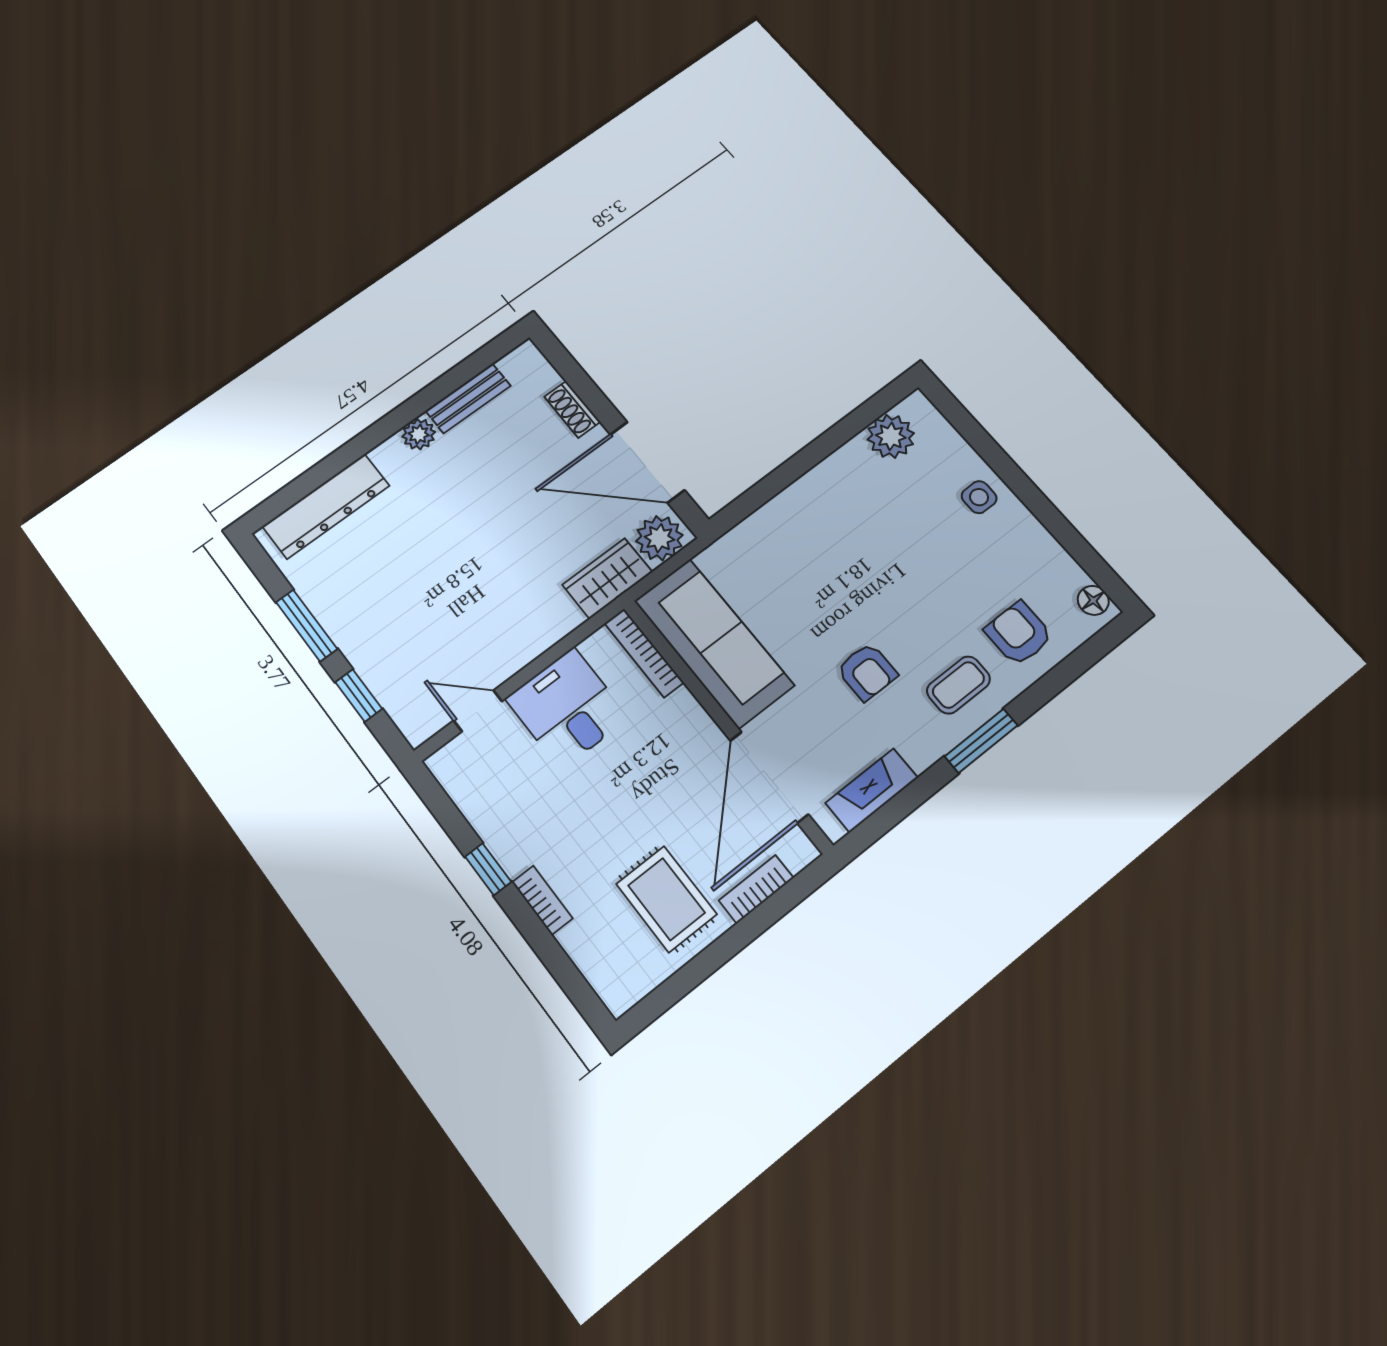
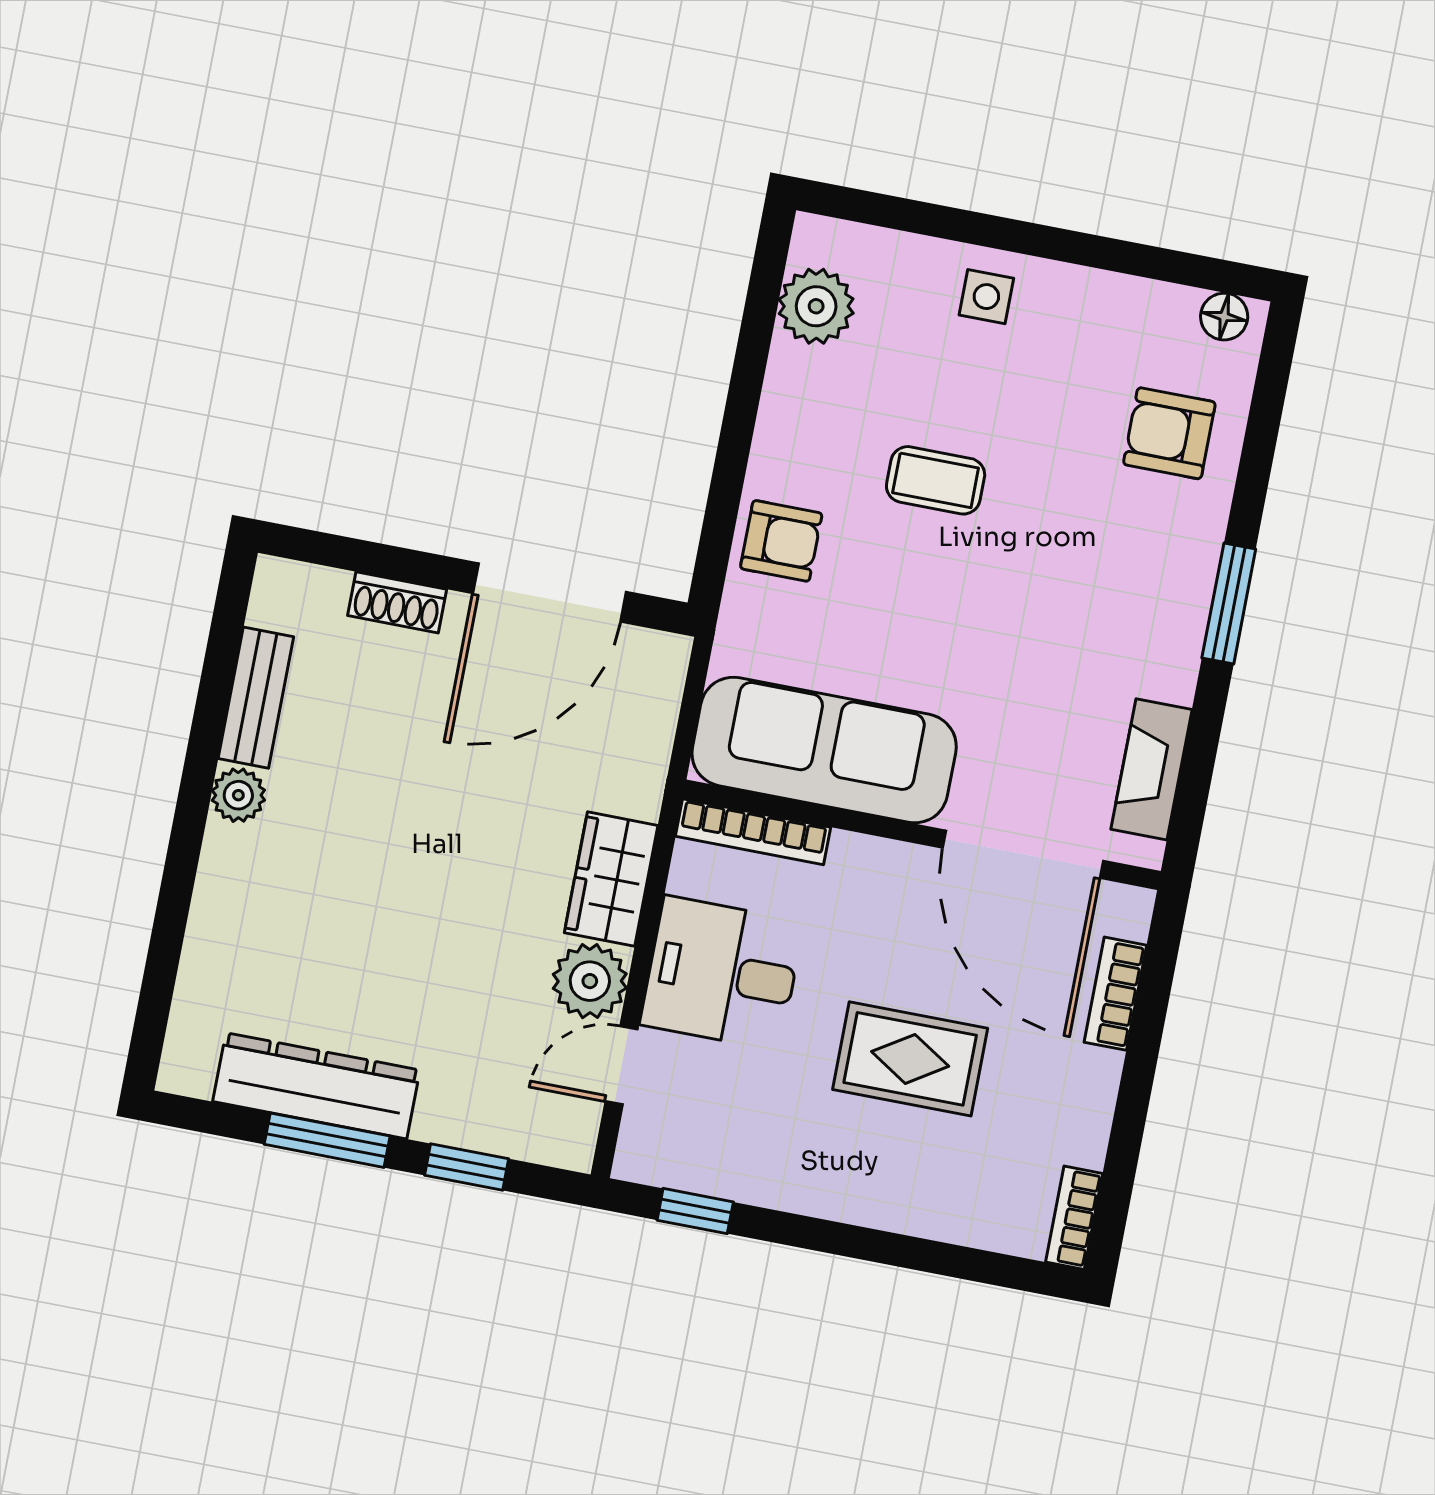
dresser: (326, 506) -> (316, 1086), moved, turned -90
plant: (659, 538) -> (590, 981), moved
wardrobe: (607, 578) -> (611, 879), moved
armchair: (867, 672) -> (781, 541), moved
coffee table: (958, 685) -> (936, 480), moved, turned 90
window: (488, 869) -> (695, 1211), moved
rug: (666, 899) -> (910, 1059), moved
bookcase: (542, 900) -> (1074, 1218), moved, turned -90

